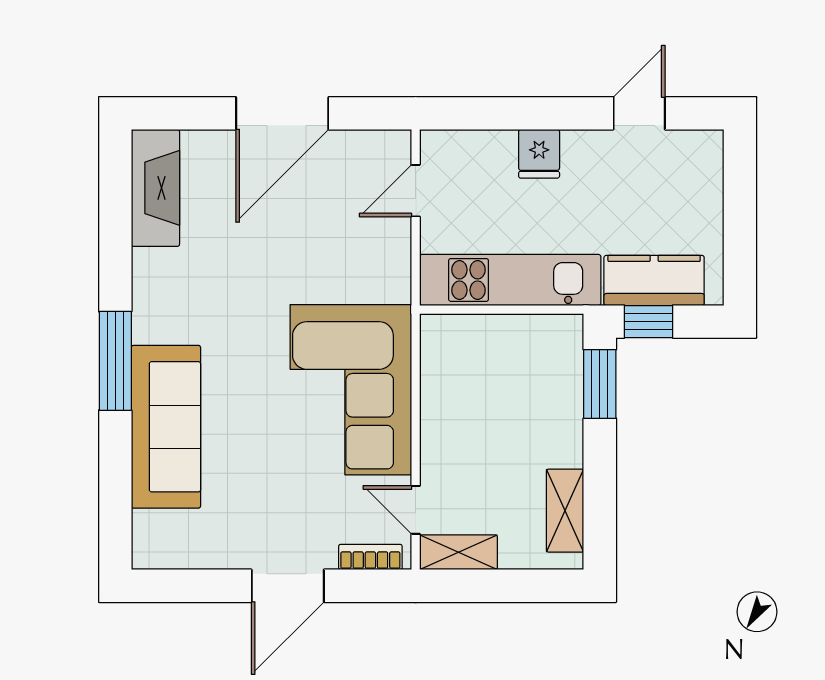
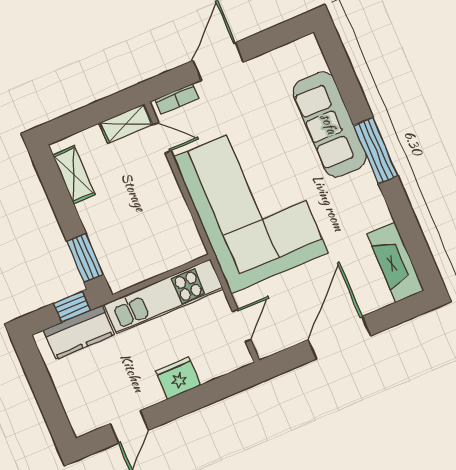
fridge: (539, 154) -> (178, 378), width x1.38
corner sofa: (351, 390) -> (251, 205), width x1.36, depth x1.36

